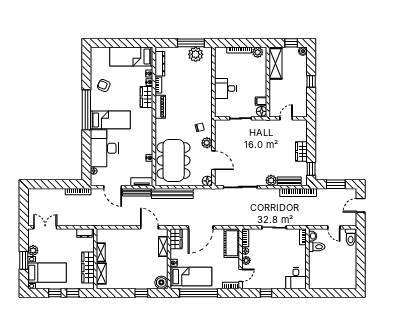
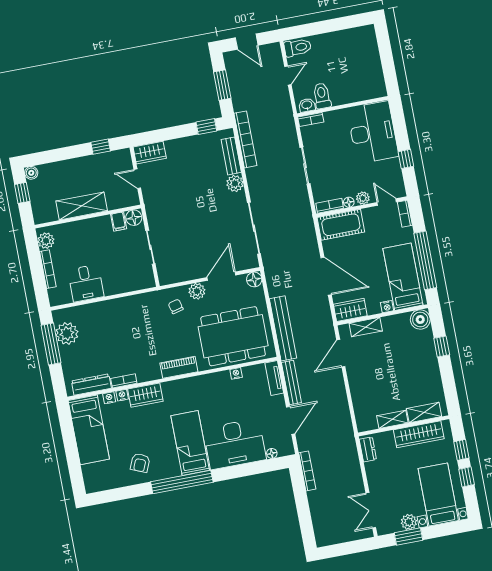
shelving: (276, 63) -> (82, 206), moved
window: (311, 81) -> (101, 147), moved
desk: (226, 88) -> (86, 283), moved
piano: (160, 107) -> (179, 367), moved
wardrobe: (301, 152) -> (150, 153), moved
window: (24, 260) -> (408, 536), moved
desk: (296, 278) -> (373, 132), width x1.87, depth x1.30

